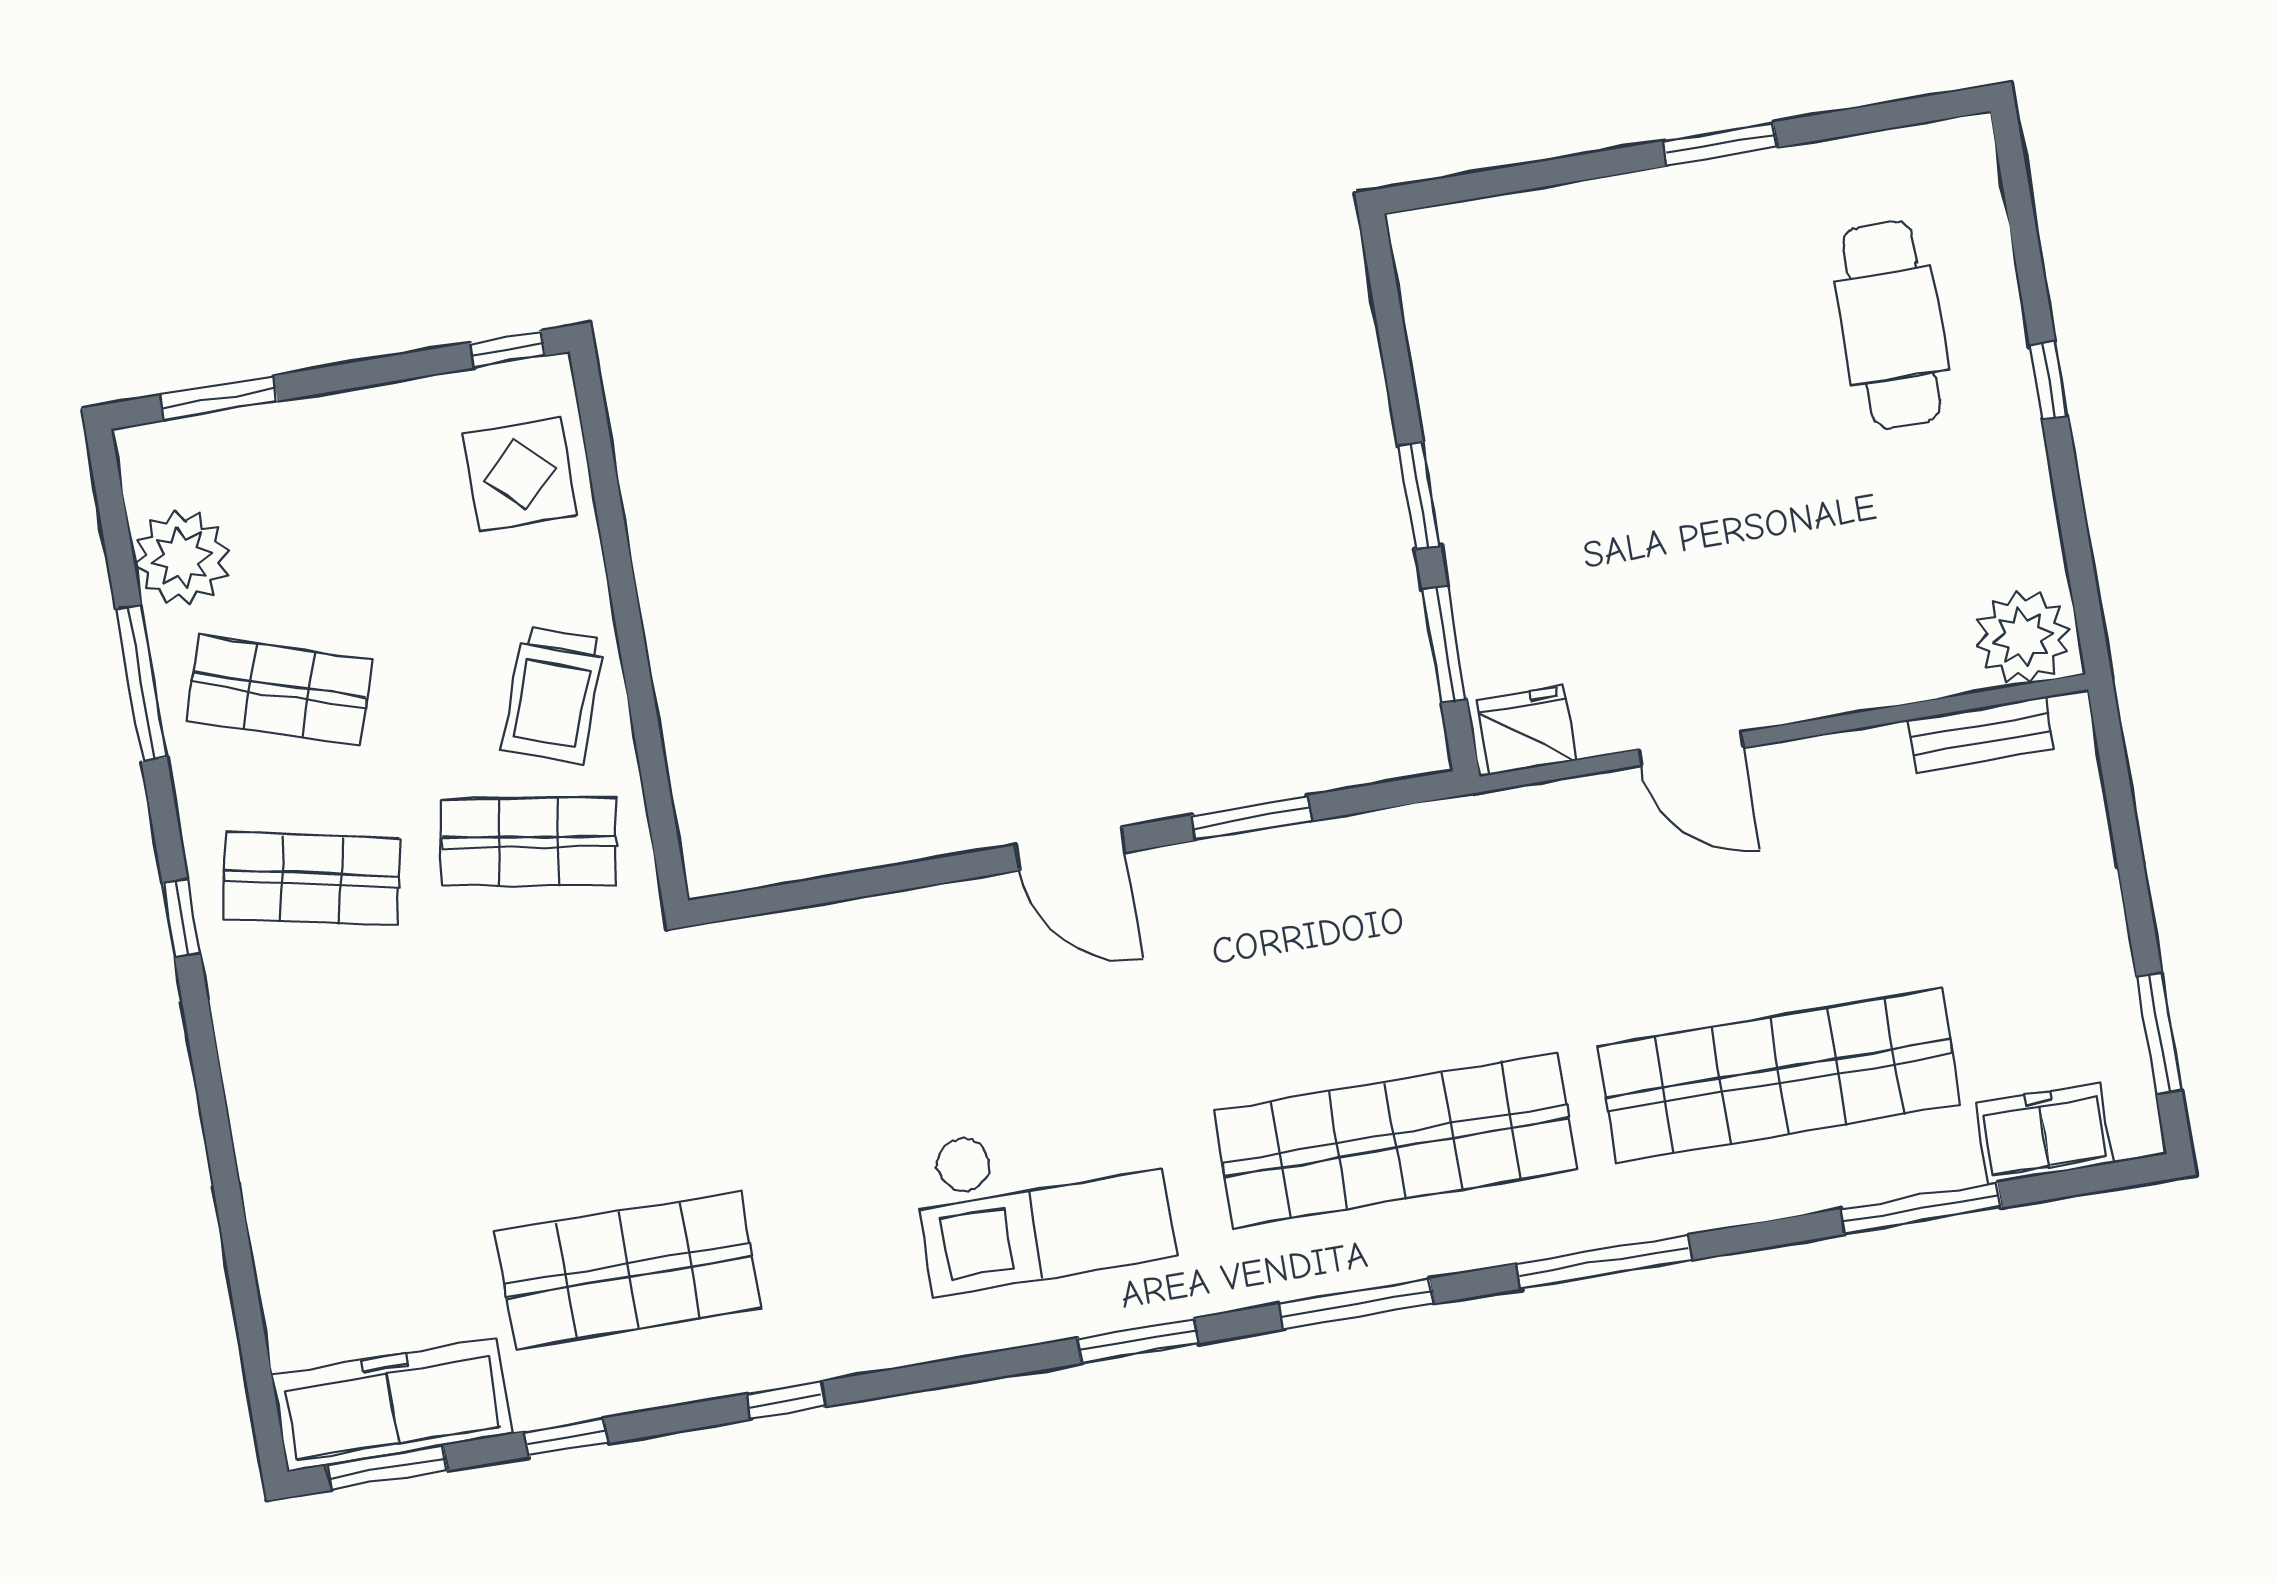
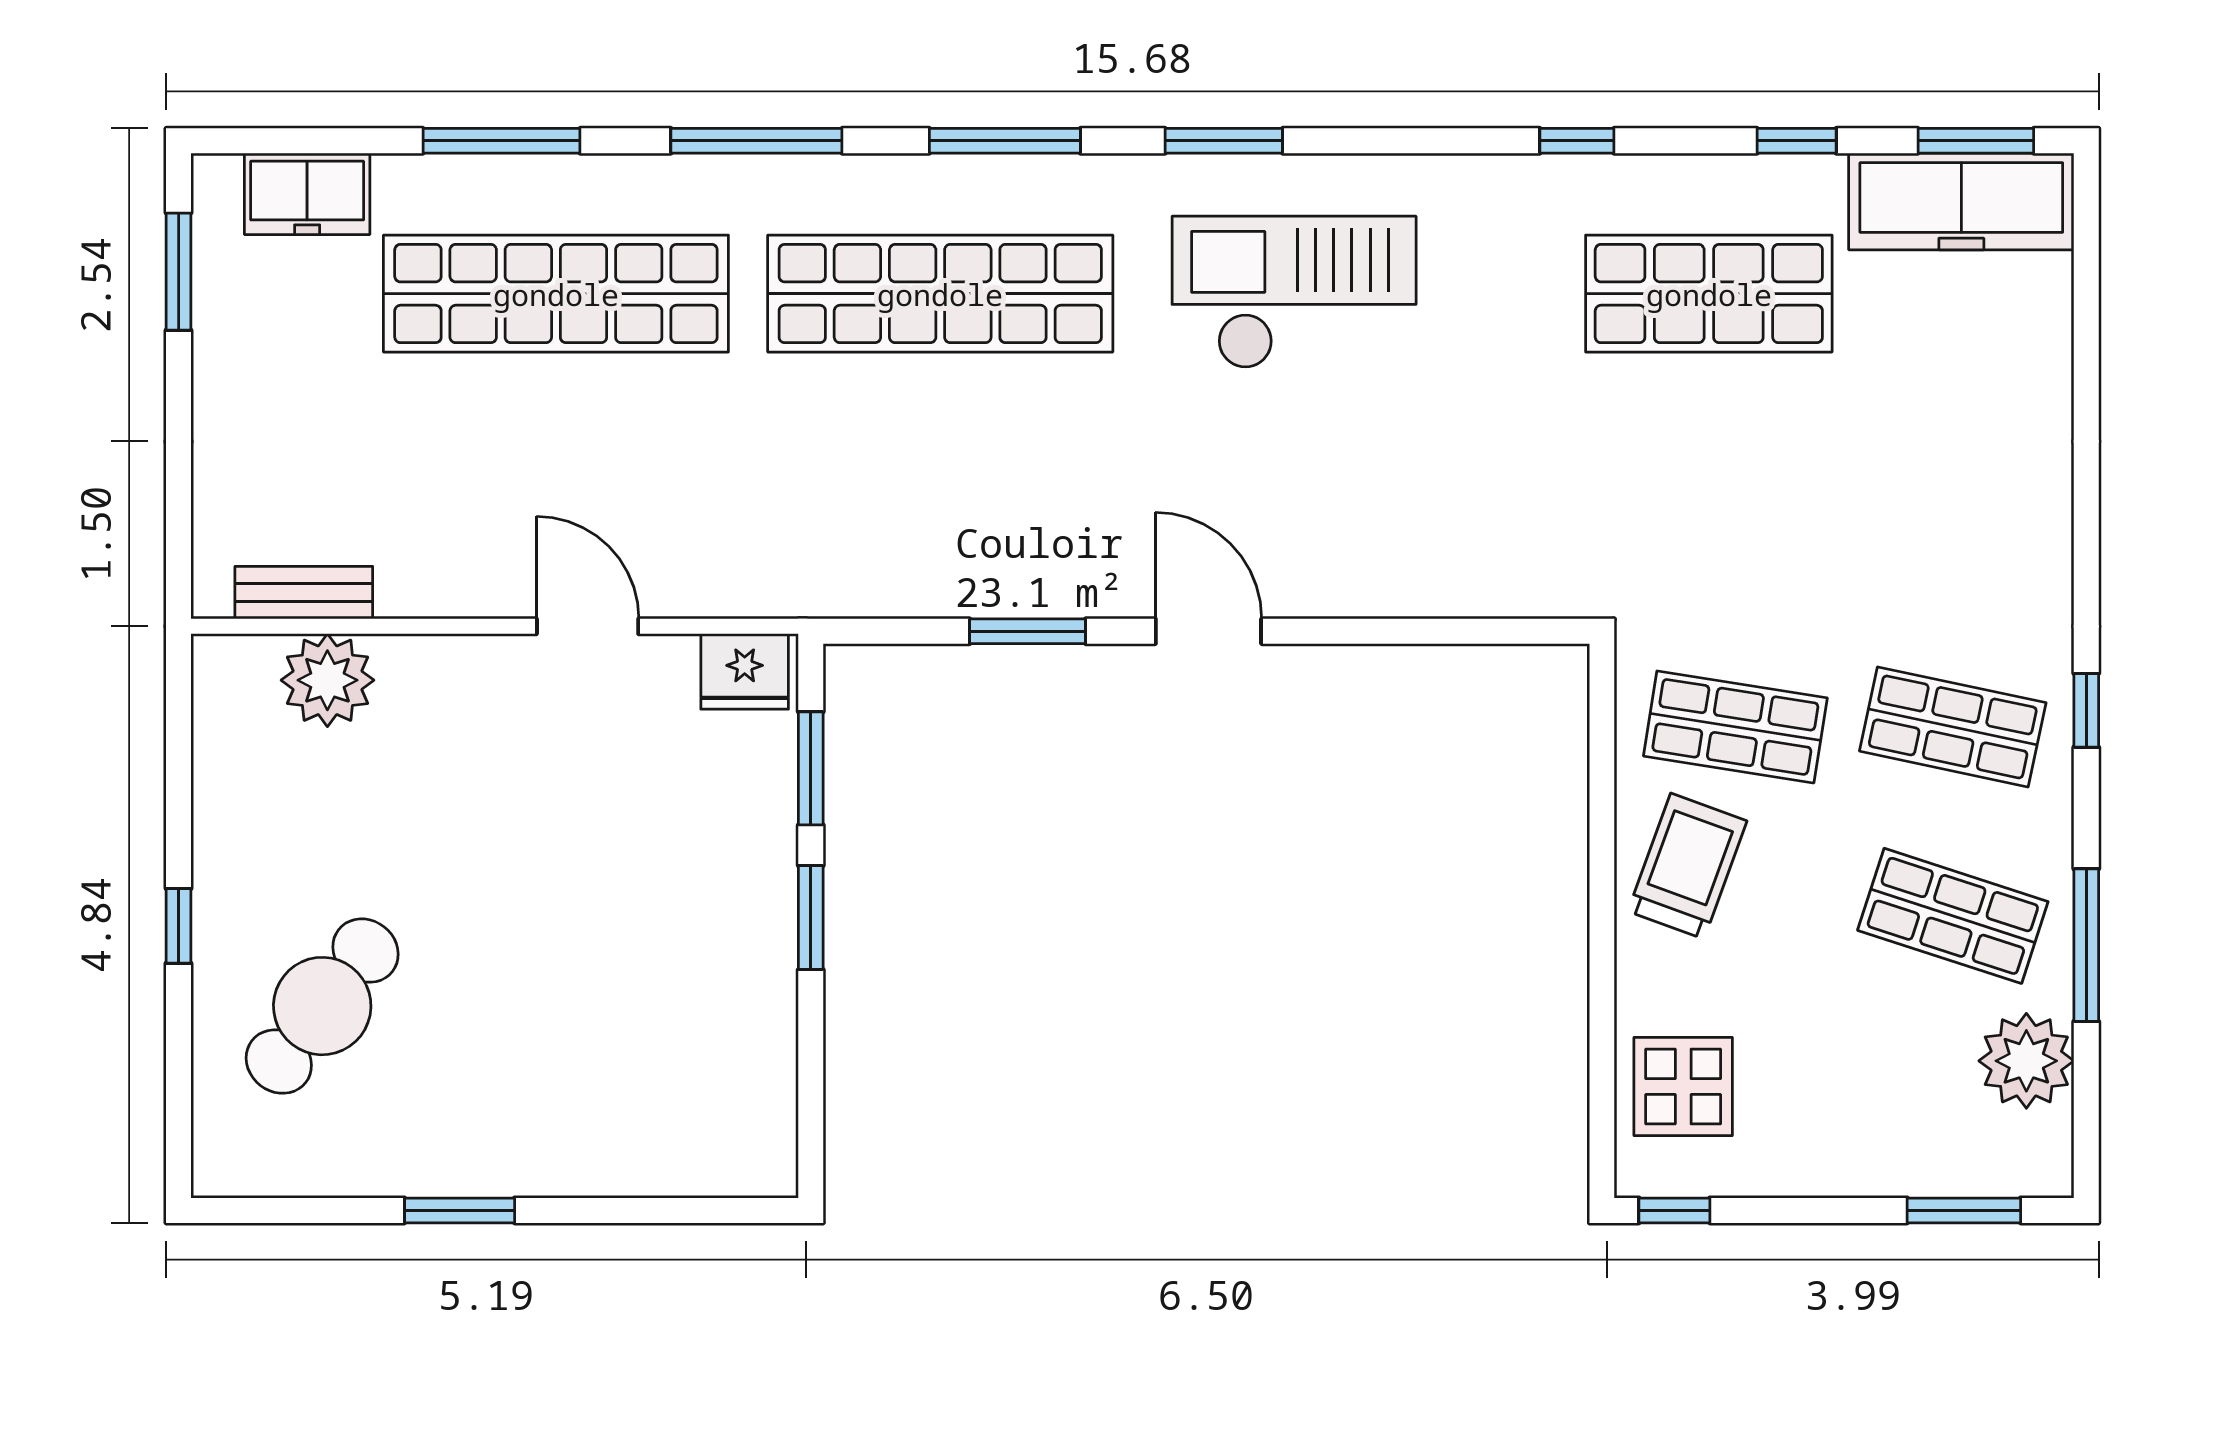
cafe table: (1892, 325) -> (322, 1006), turned 38
plant: (2023, 637) -> (327, 680), moved
window: (1921, 1208) -> (502, 141), moved

